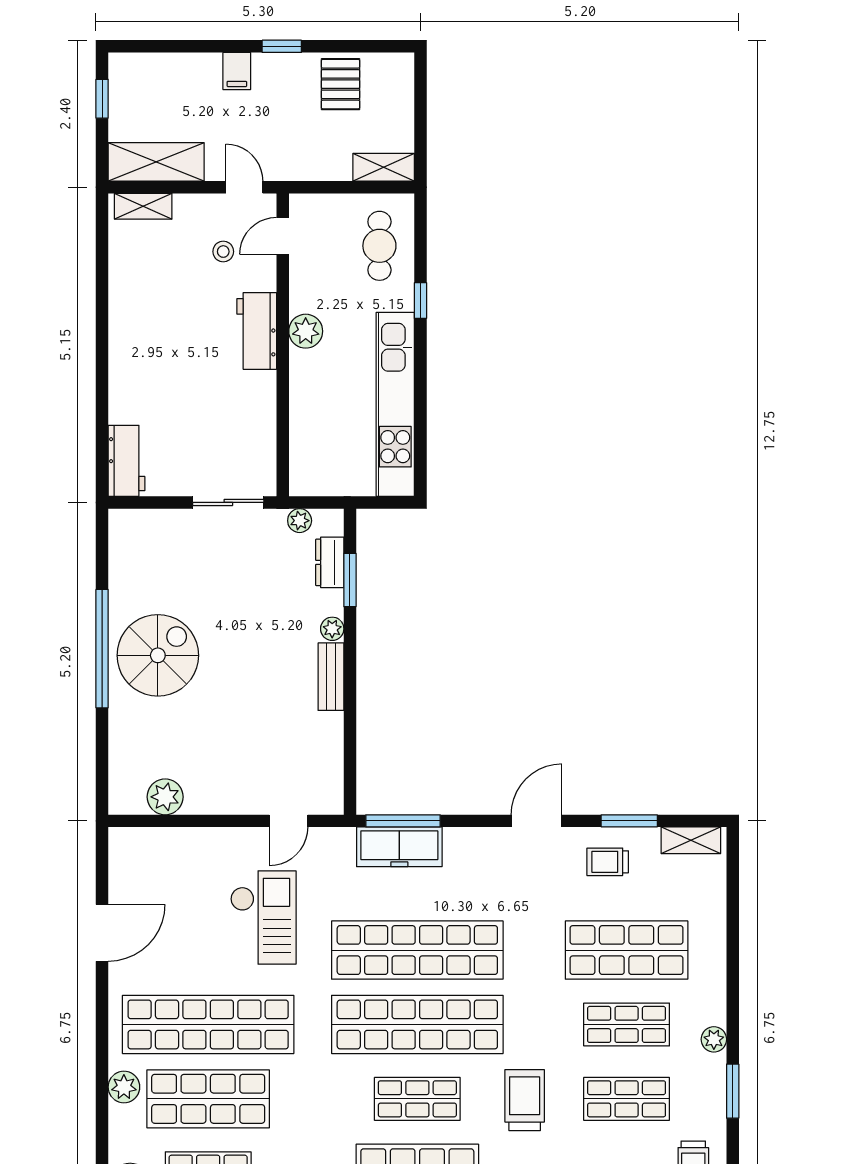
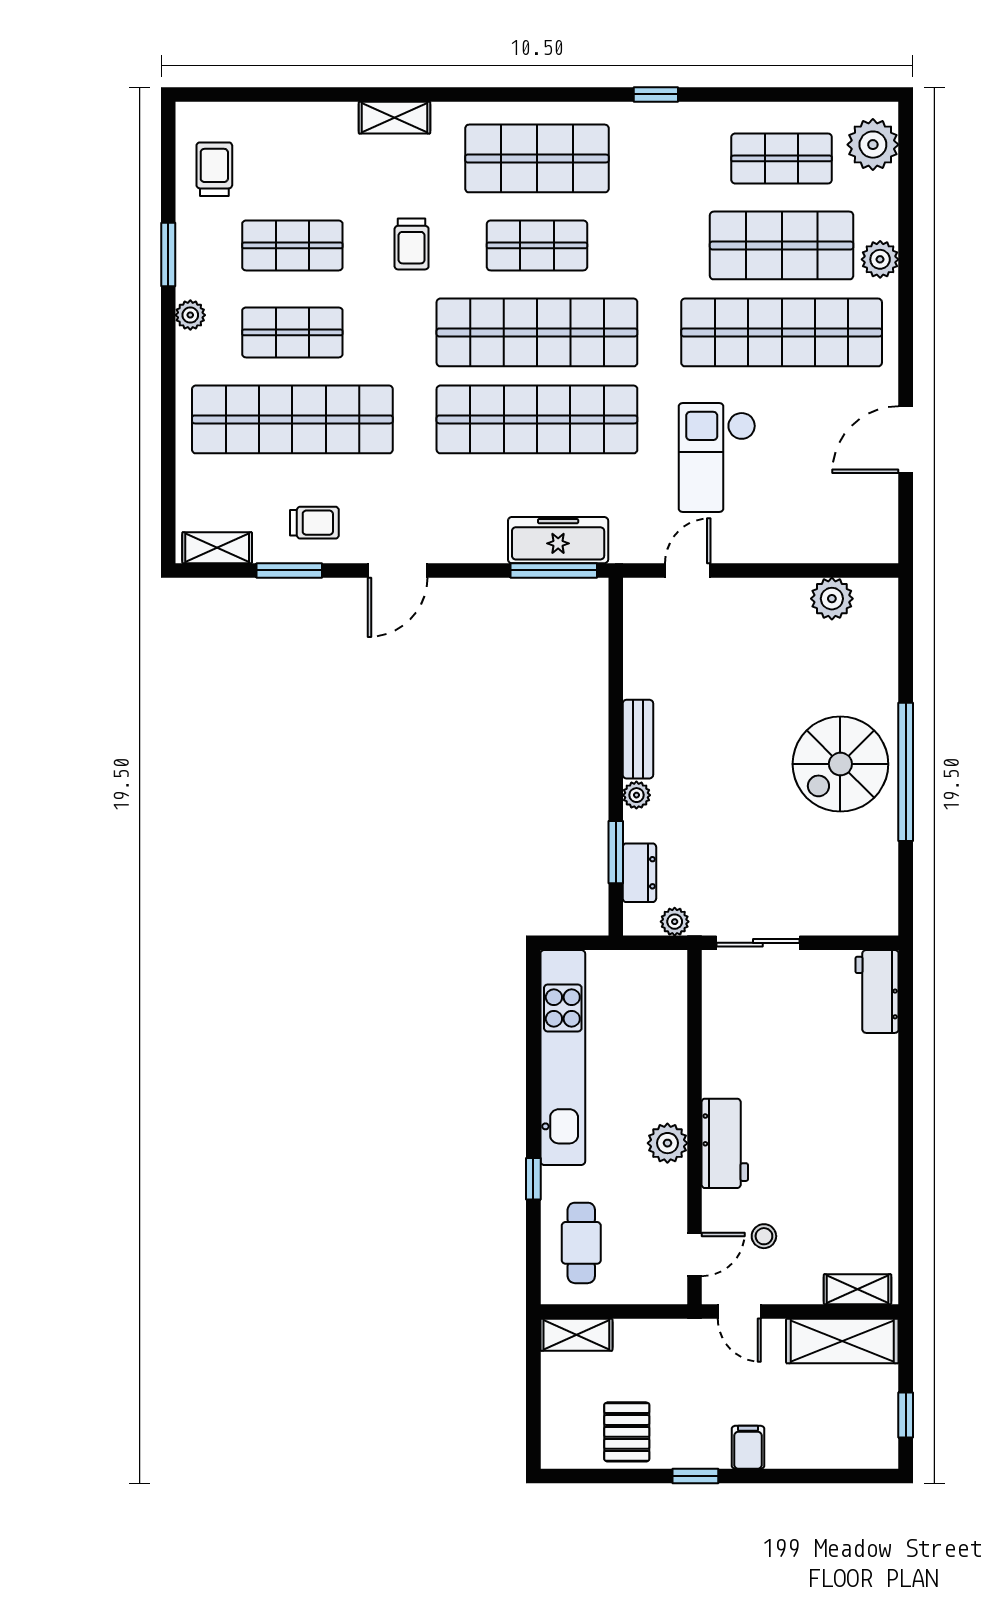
shop shelf: (627, 950) -> (292, 419), width x1.40
trolley: (525, 1100) -> (412, 244), width x0.73, depth x0.72

